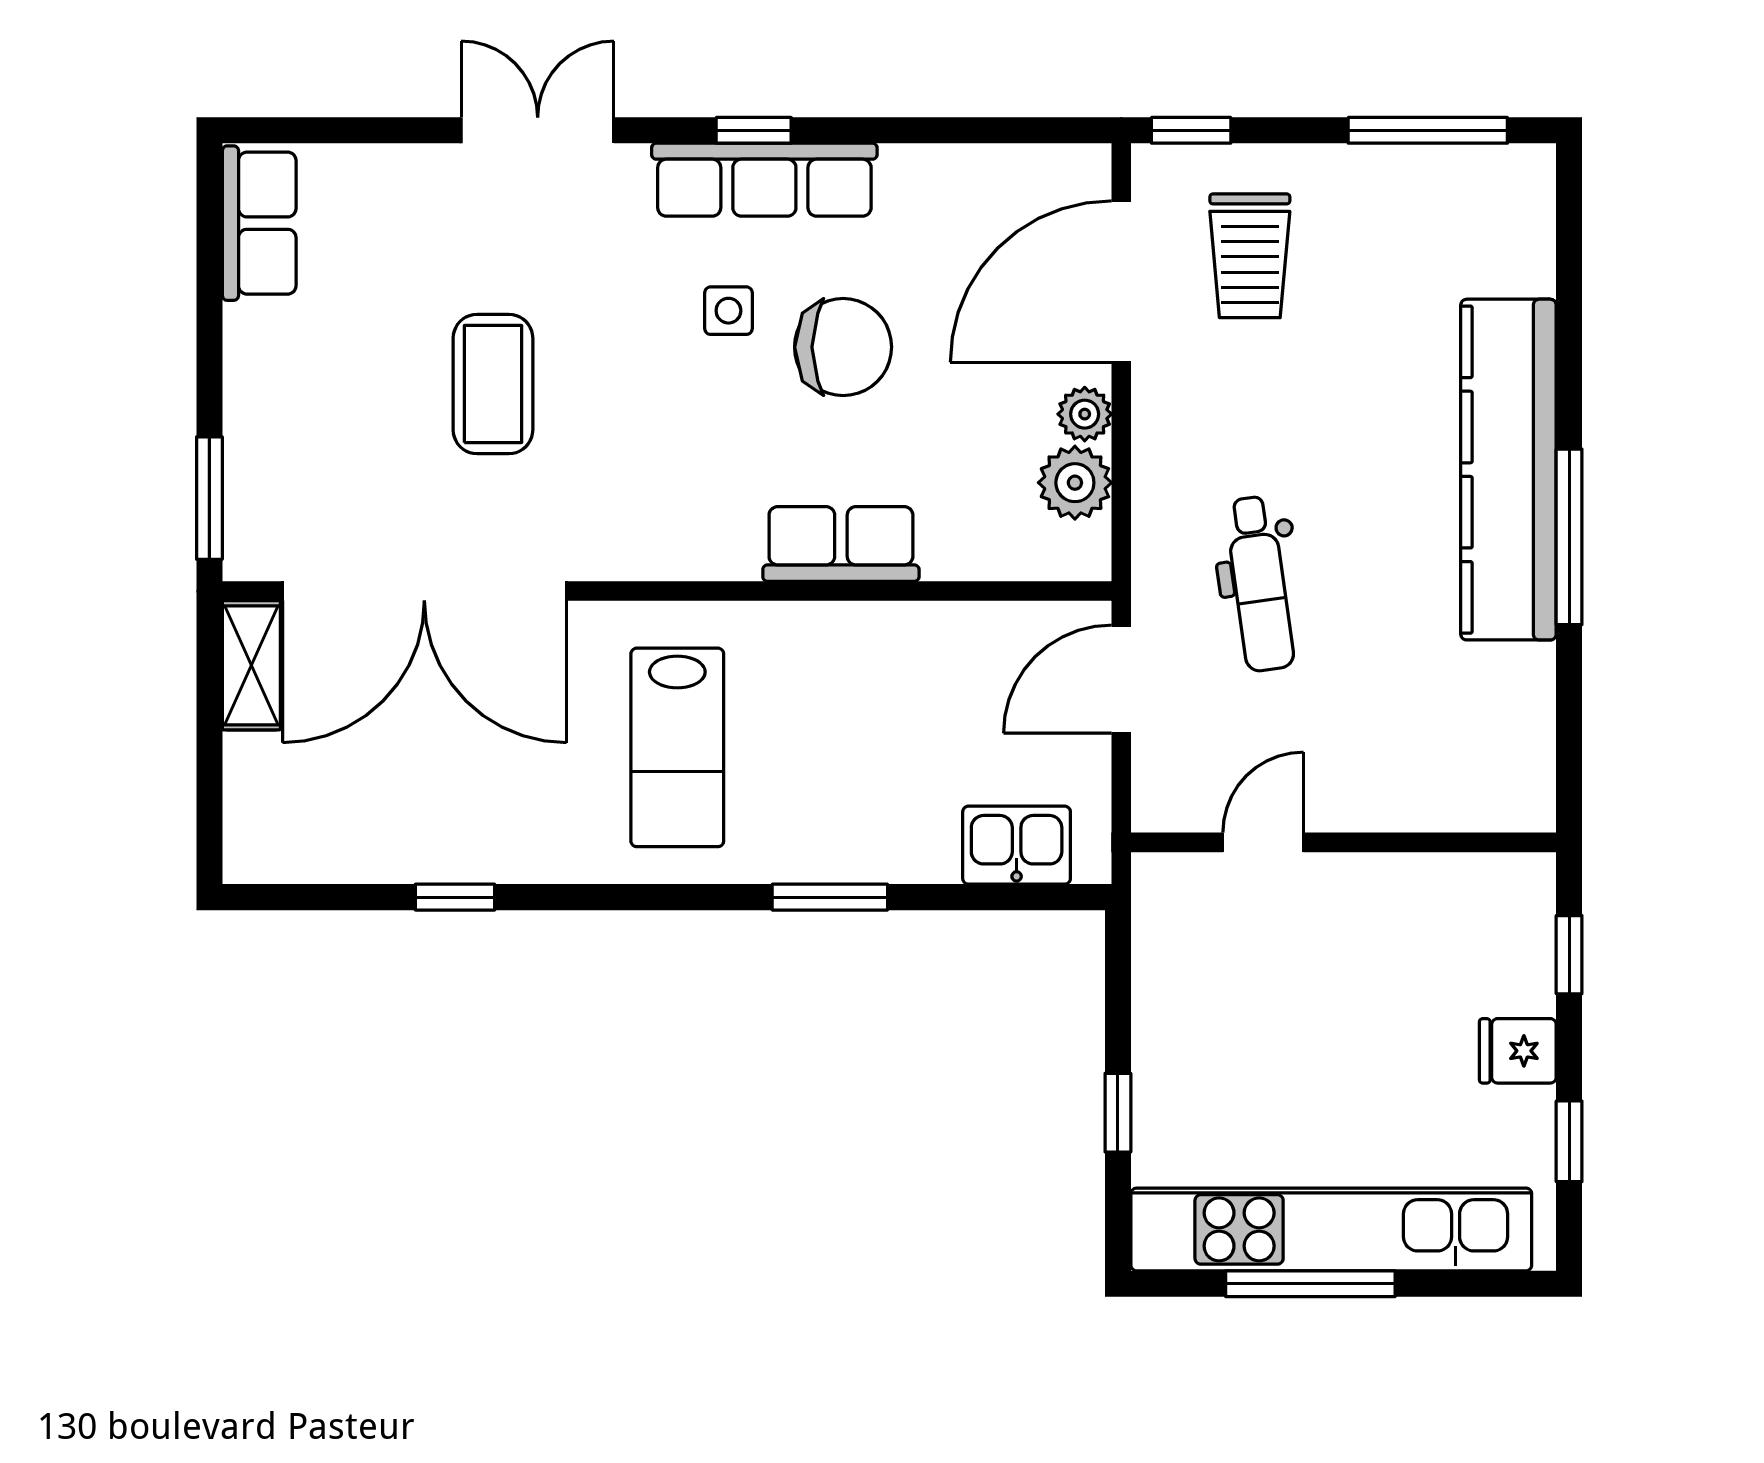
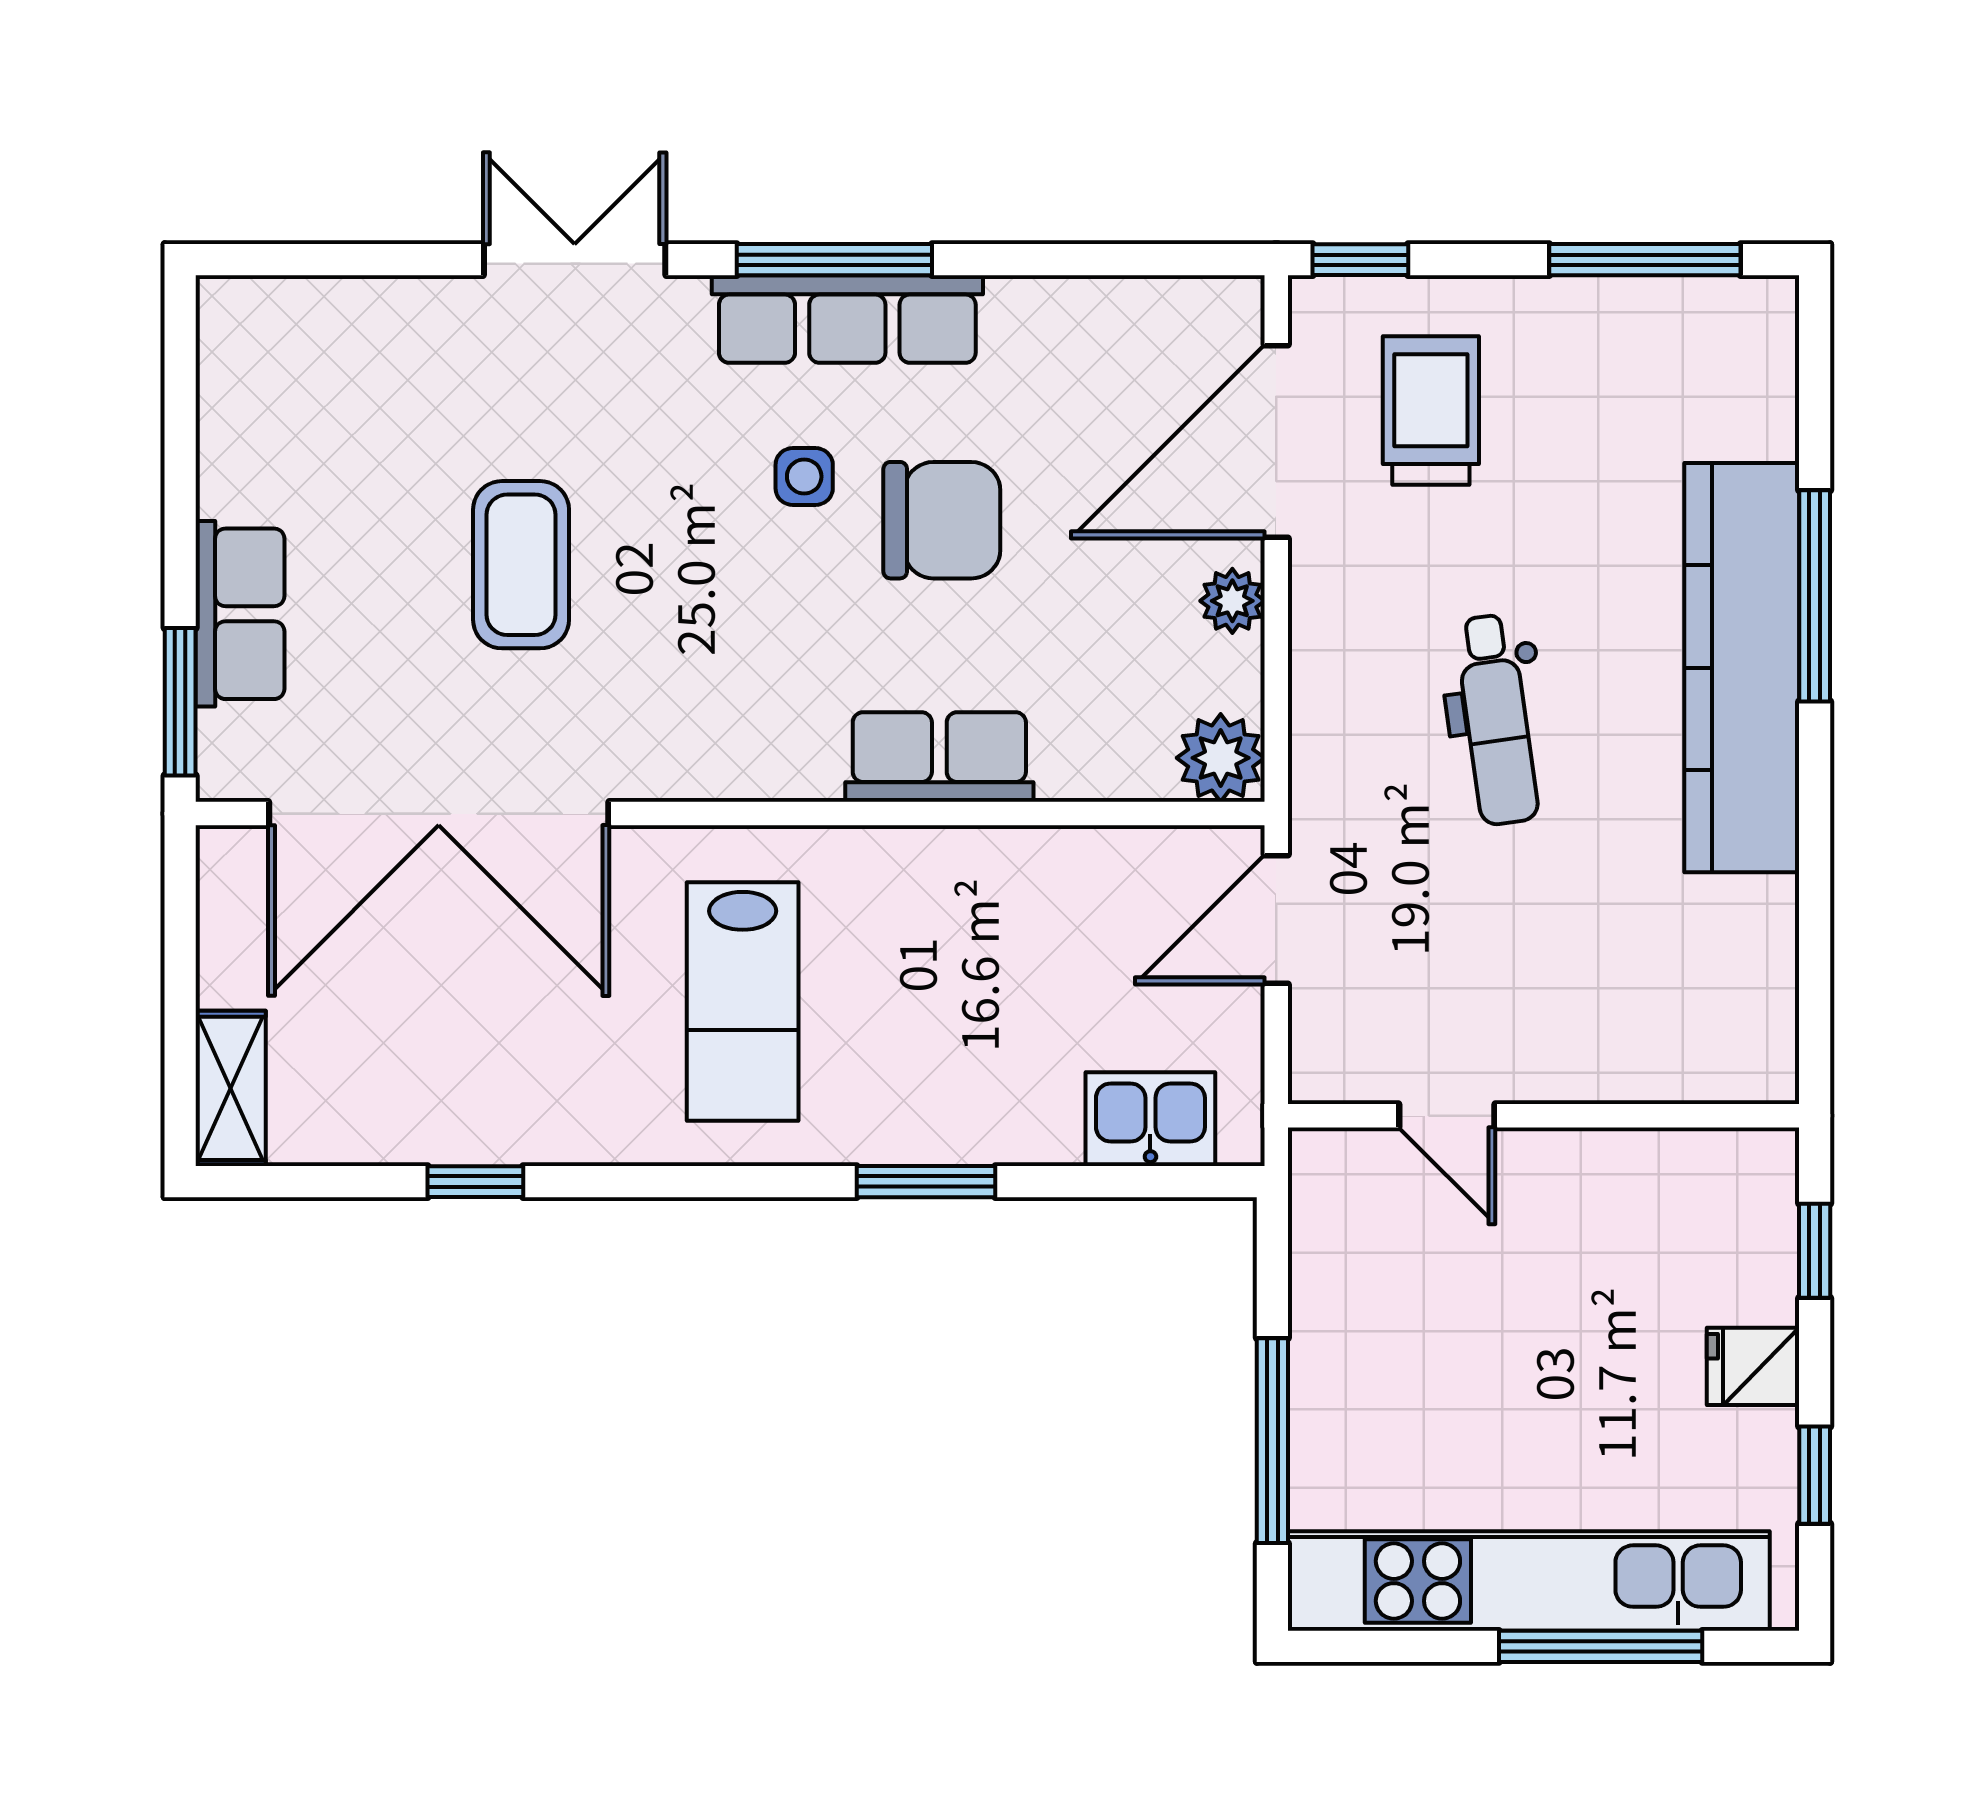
window: (754, 130) -> (834, 260), width x2.17
row of seats: (259, 223) -> (240, 614), moved
trolley: (1250, 256) -> (1431, 411), turned 180
plant: (1075, 483) -> (1221, 758), moved
window: (1569, 537) -> (1815, 596), moved
dental chair: (1259, 584) -> (1497, 720), moved
shelving: (251, 665) -> (231, 1088), moved
door: (1263, 842) -> (1447, 1116), swing flipped
window: (1118, 1113) -> (1272, 1441), width x2.17
window: (1310, 1284) -> (1601, 1646), moved

